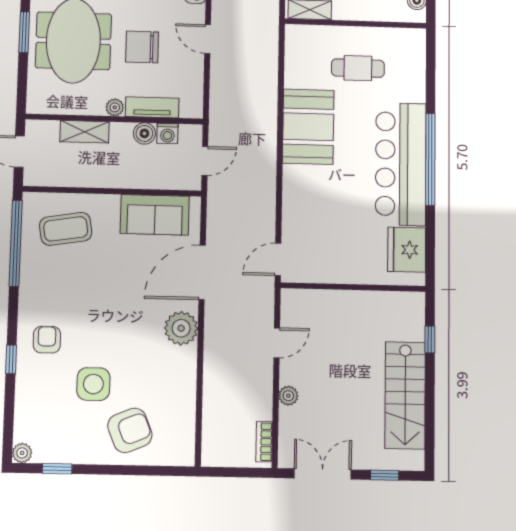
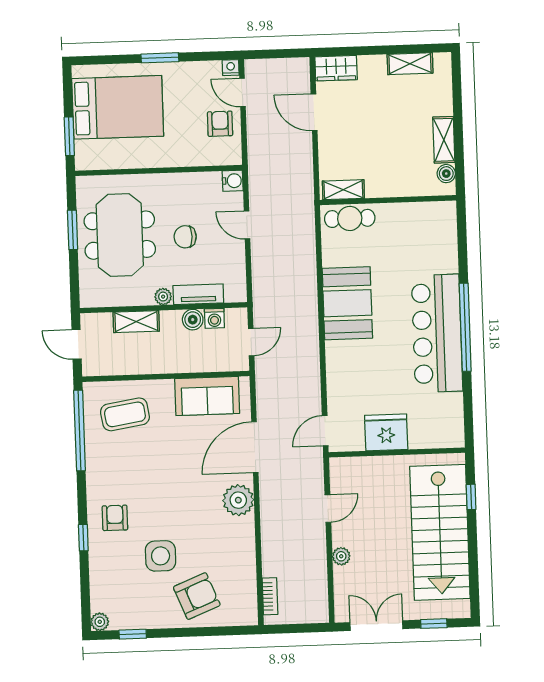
chair: (142, 47) -> (185, 237), width x0.73, depth x0.73
cafe table: (358, 68) -> (350, 218), moved
fridge: (407, 250) -> (386, 432), moved, turned 90
stairs: (405, 395) -> (440, 532), width x1.36, depth x1.51
bookcase: (264, 442) -> (270, 596), moved, turned 180

